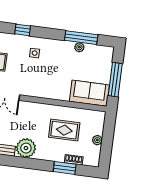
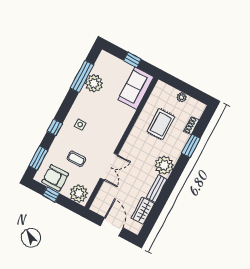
plant: (79, 47) -> (94, 83), width x1.88, depth x1.88
window: (115, 80) -> (132, 60), width x0.46
window: (65, 168) -> (191, 146), moved

